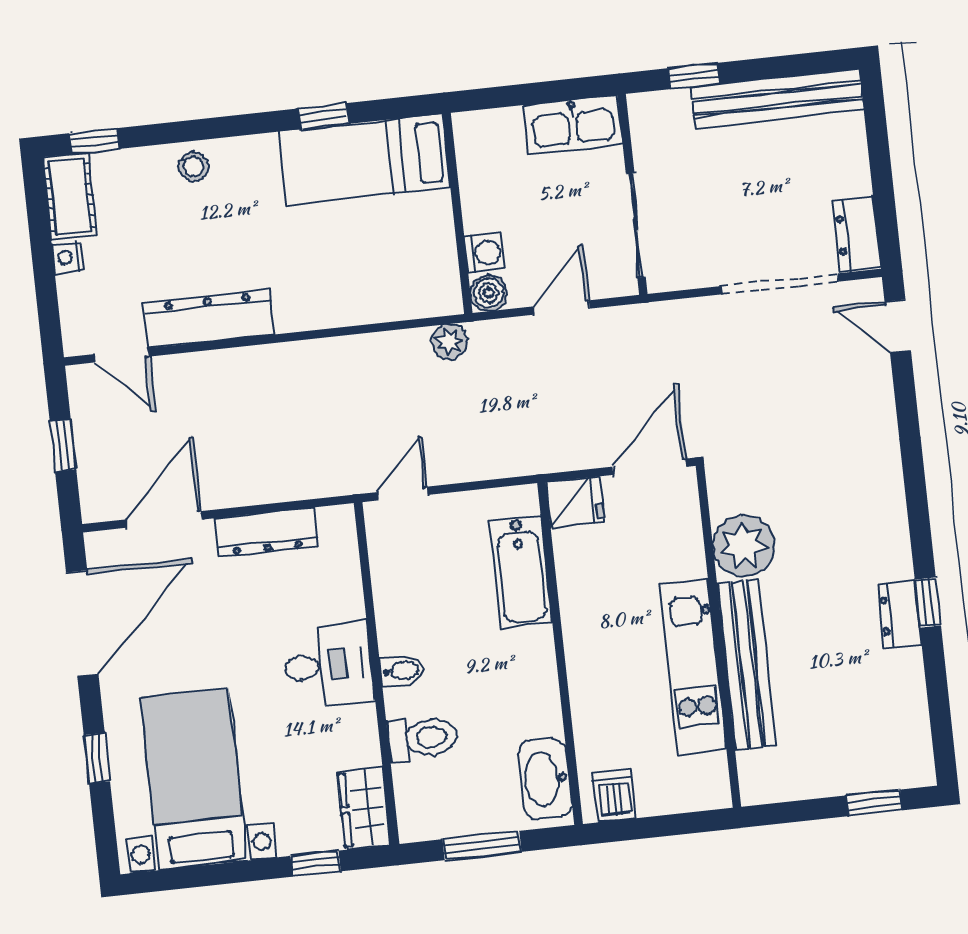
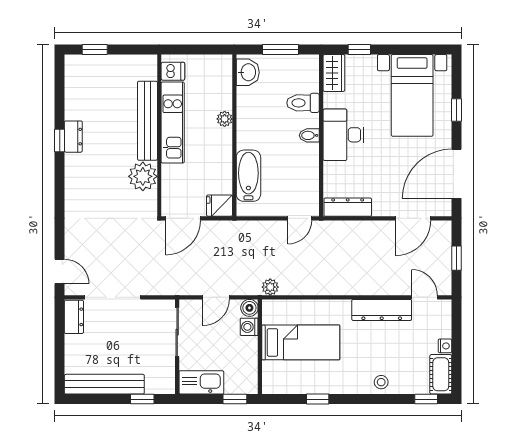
window: (498, 97) -> (235, 399), added
bed: (364, 160) -> (301, 342), moved
dresser: (266, 532) -> (348, 207), moved
desk: (328, 665) -> (343, 135), width x1.37
plant: (584, 686) -> (225, 119), added
washbasin: (545, 779) -> (248, 72), width x0.72
dishwasher: (614, 796) -> (173, 71), moved, turned -90

